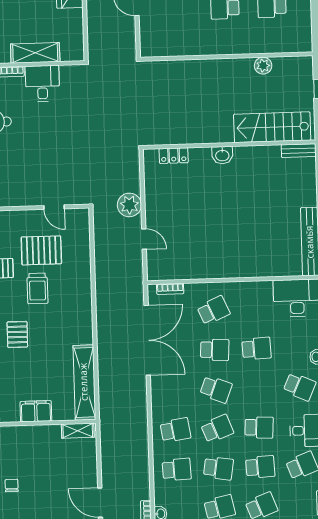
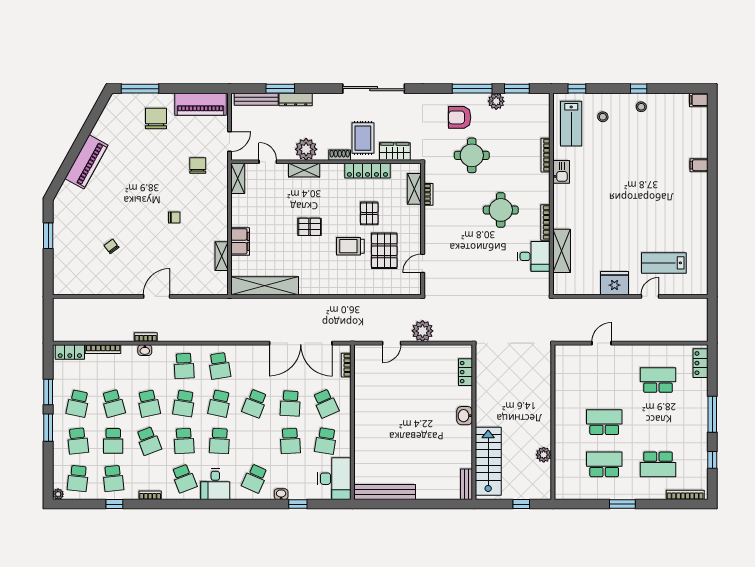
school desk: (255, 309) -> (326, 441), added
school desk: (217, 429) -> (219, 403), turned 33
shelving: (78, 431) -> (222, 256), moved

